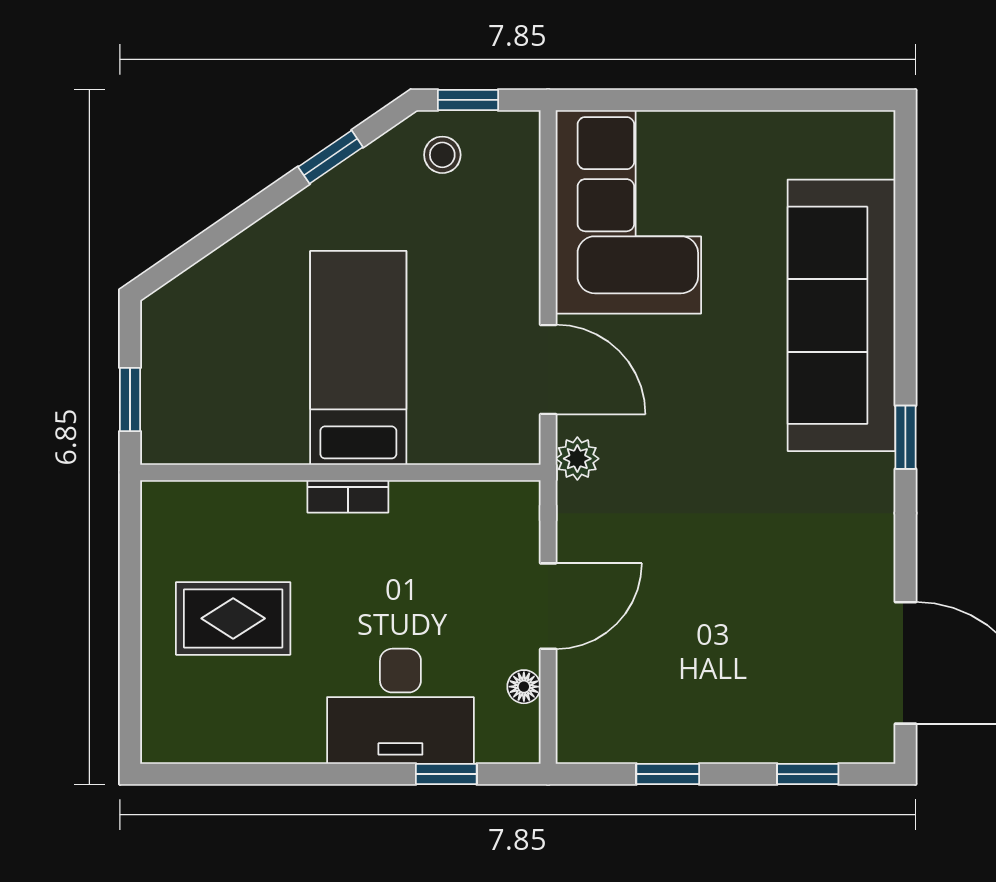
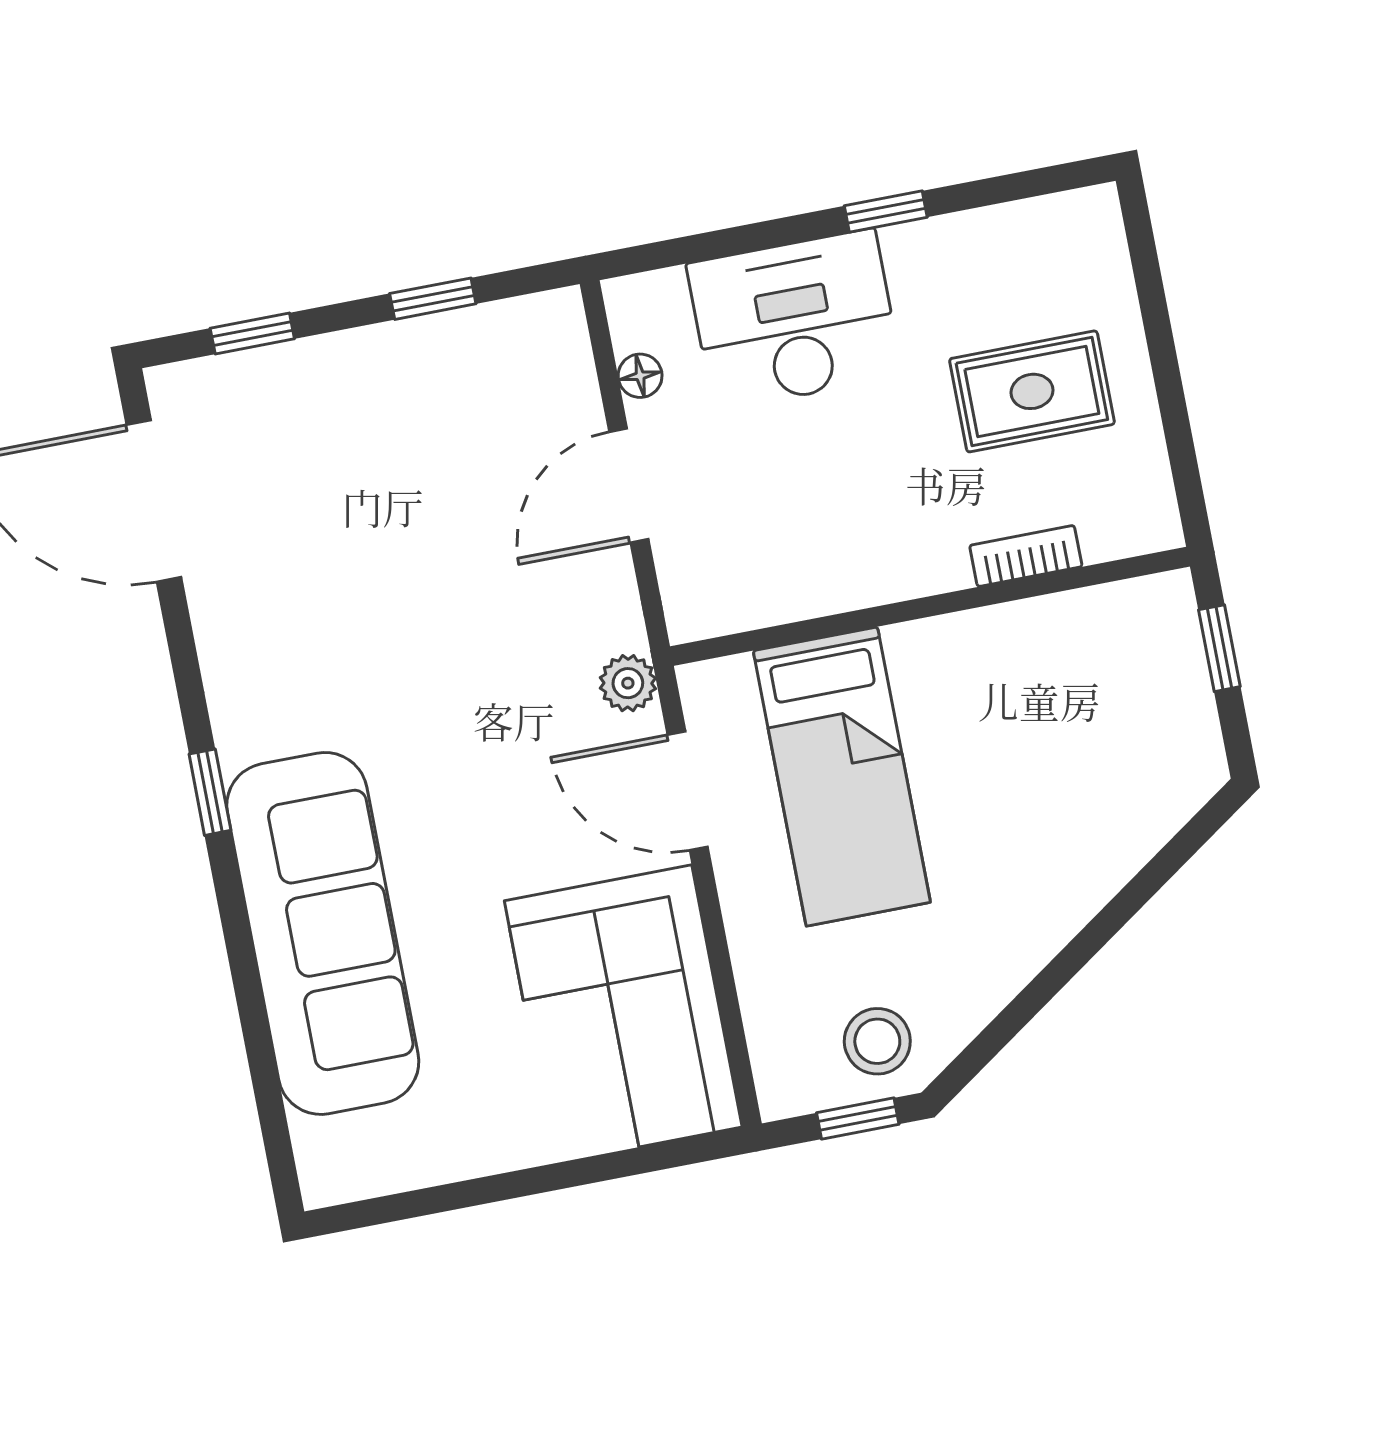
stool: (442, 155) -> (877, 1041), width x1.37, depth x1.37
window: (331, 157) -> (1021, 1011), removed
bed: (358, 358) -> (842, 776), moved
bookcase: (348, 496) -> (1026, 556), moved
window: (446, 774) -> (886, 212), moved

